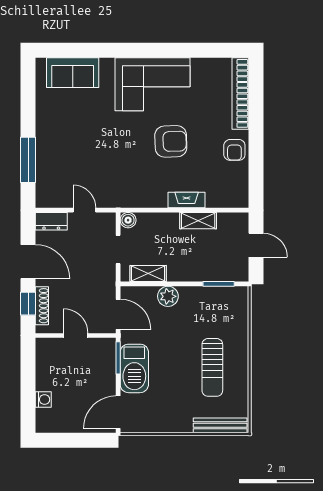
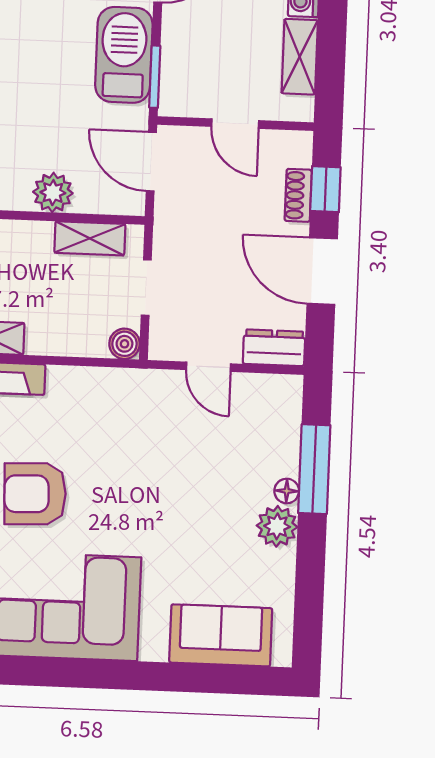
plant: (46, 130) -> (277, 526), added
floor lamp: (42, 148) -> (287, 491), added
shoe rack: (42, 306) -> (298, 195), width x0.70
shelving: (44, 371) -> (300, 57), added

